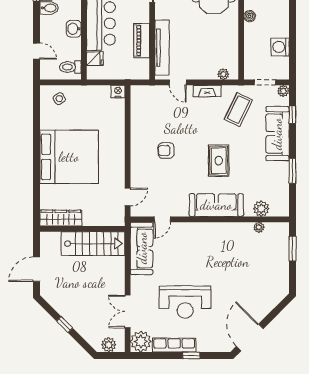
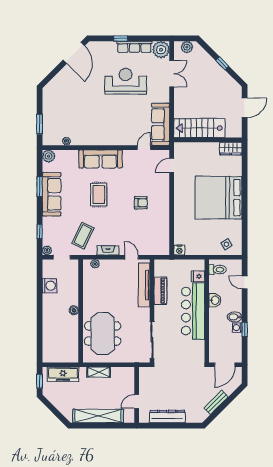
sofa: (277, 134) -> (52, 194), moved
plant: (261, 209) -> (49, 156), moved
wardrobe: (61, 218) -> (231, 149), width x0.67

